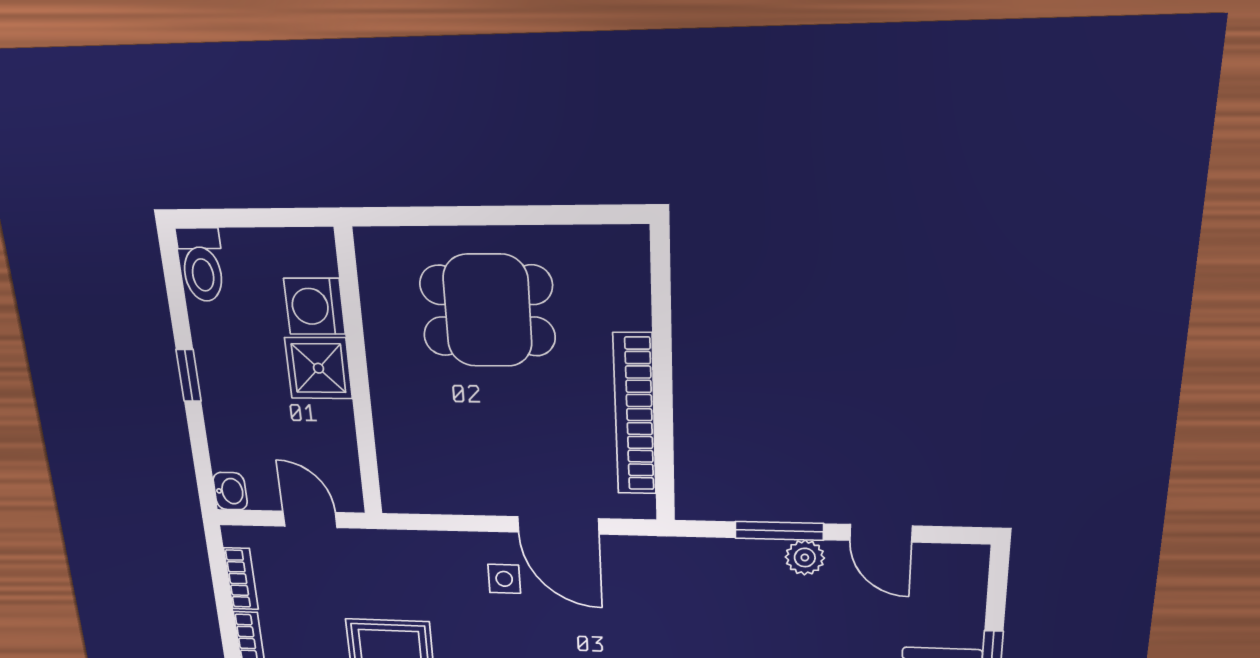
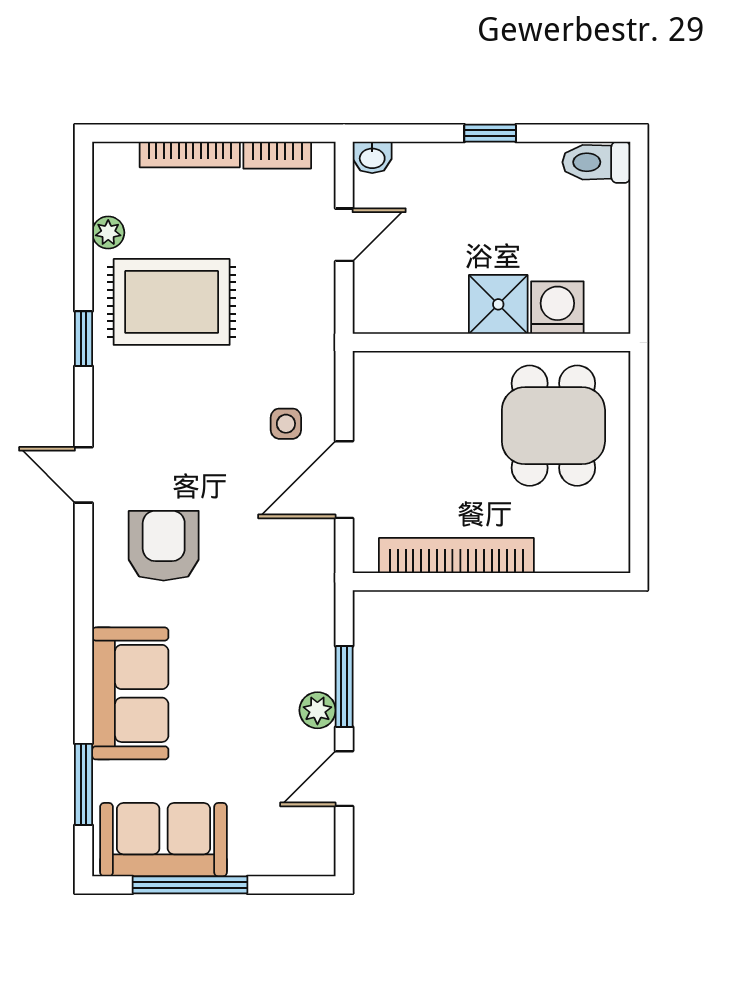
washing machine: (315, 306) -> (557, 308), moved
shower: (319, 368) -> (498, 304), moved
wall: (359, 376) -> (491, 342), moved

